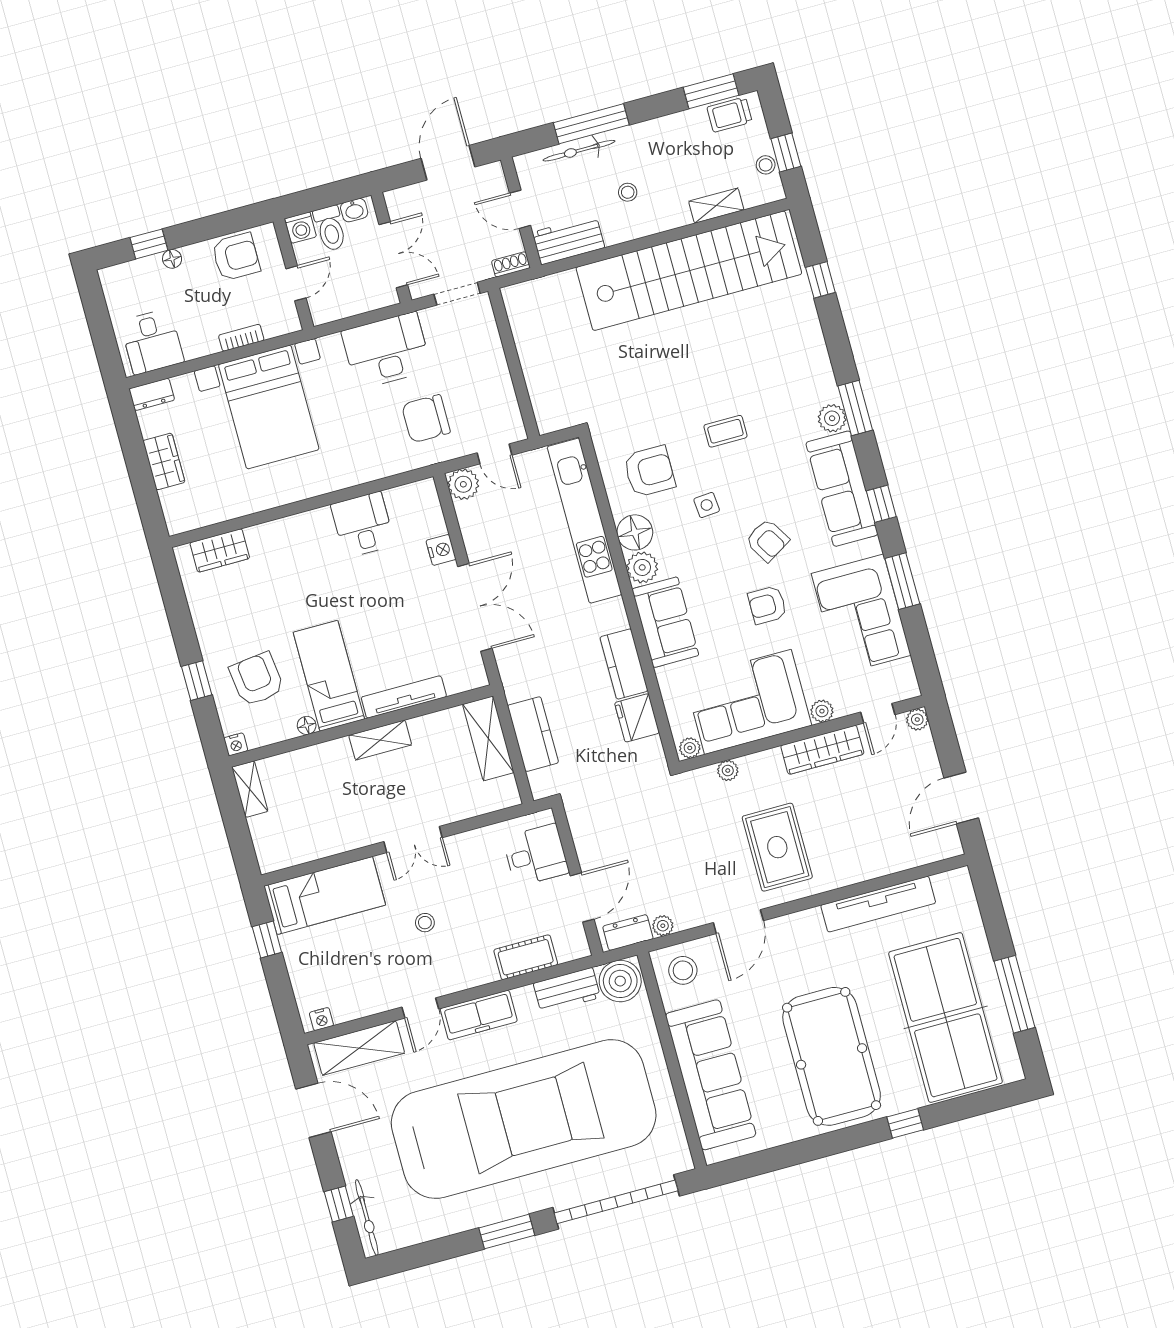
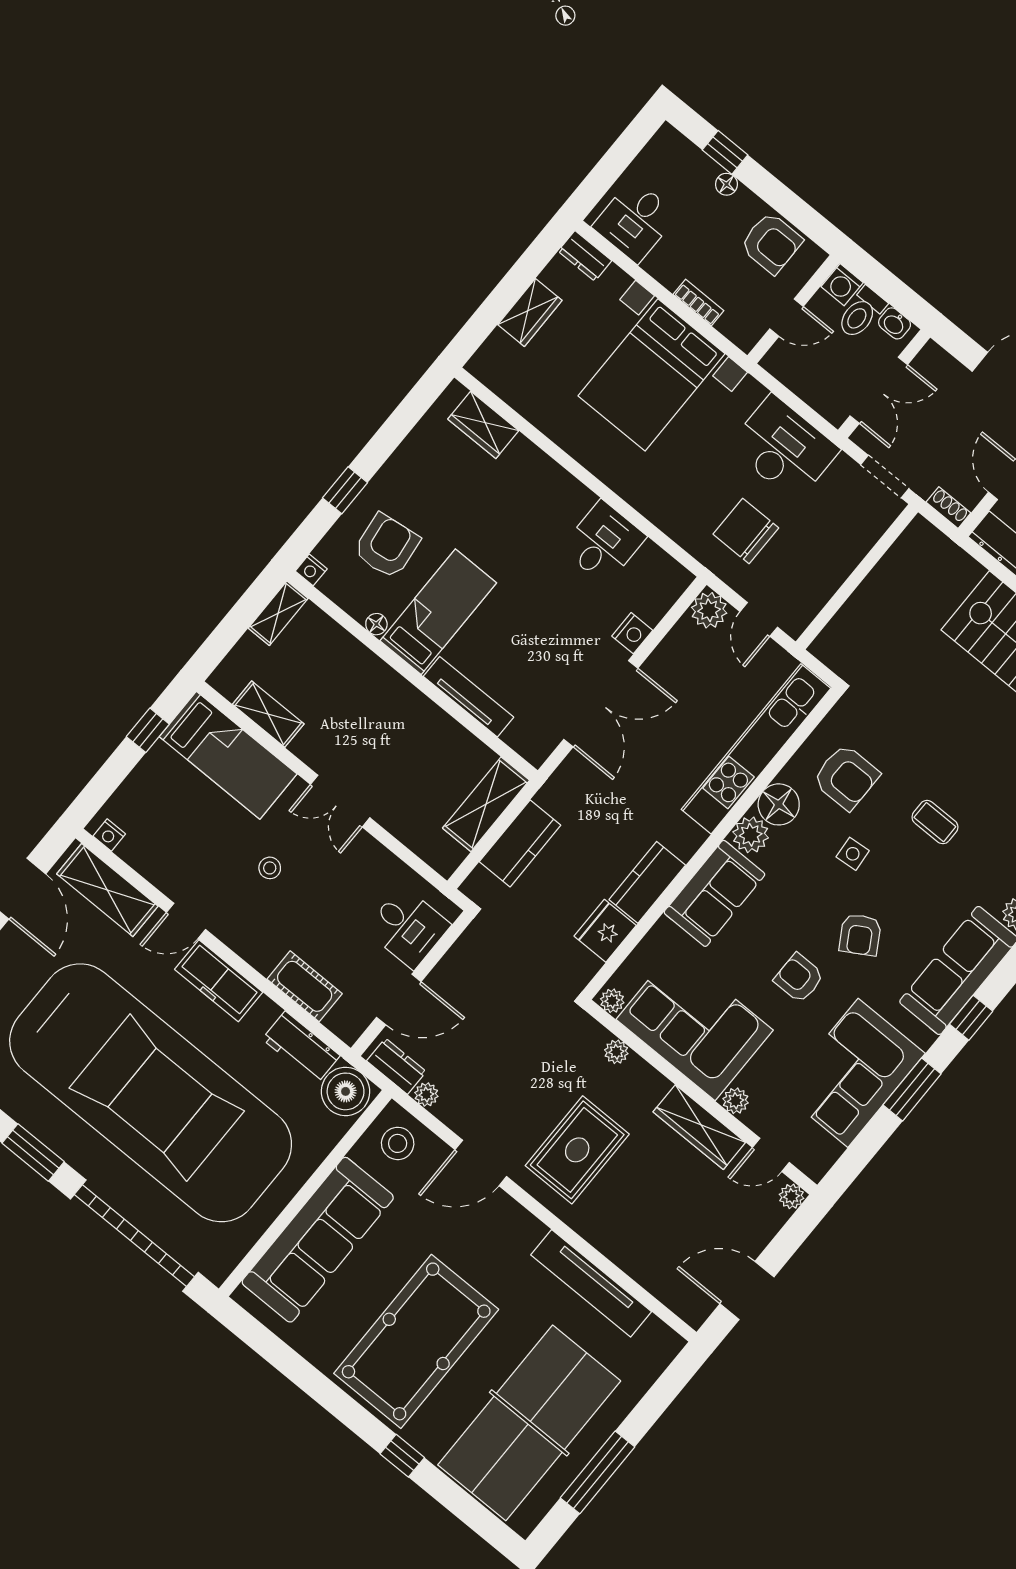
shelving: (380, 740) -> (268, 714), moved

